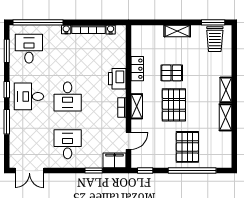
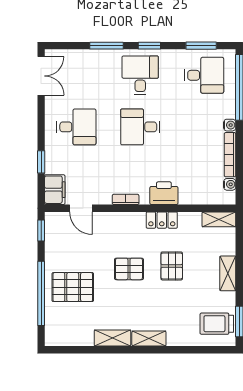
locker: (137, 69) -> (162, 220), moved
pallet: (174, 105) -> (129, 269), width x0.67, depth x0.71
shelving: (137, 106) -> (219, 219), moved
double door: (29, 171) -> (41, 76), swing flipped

